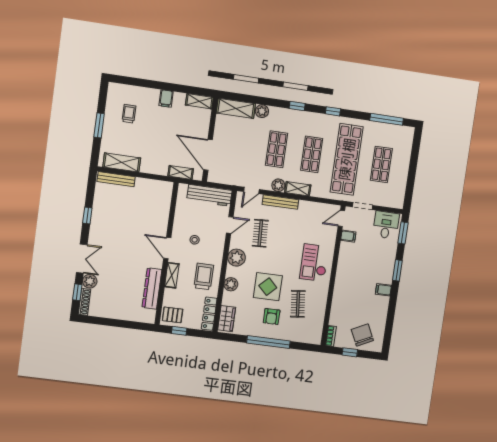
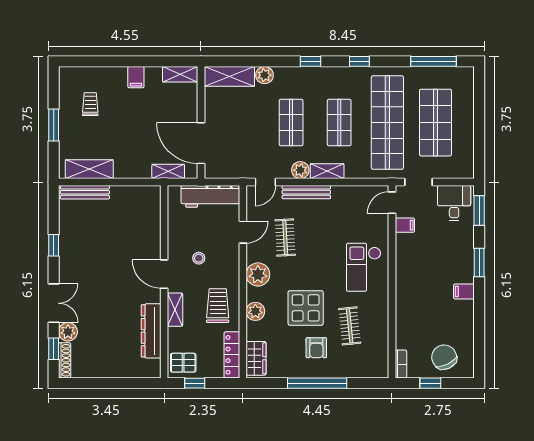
shop shelf: (381, 164) -> (435, 123), width x1.43, depth x1.36

